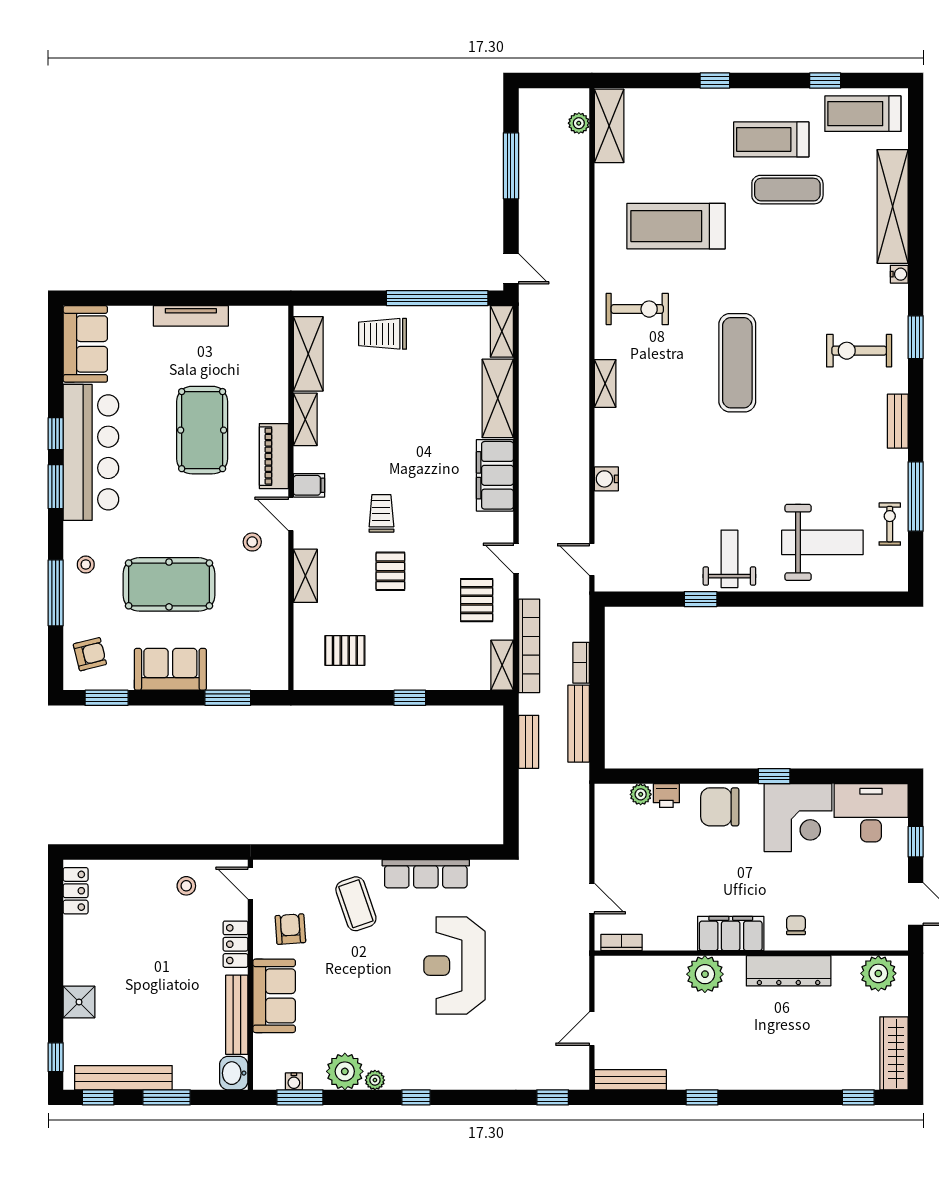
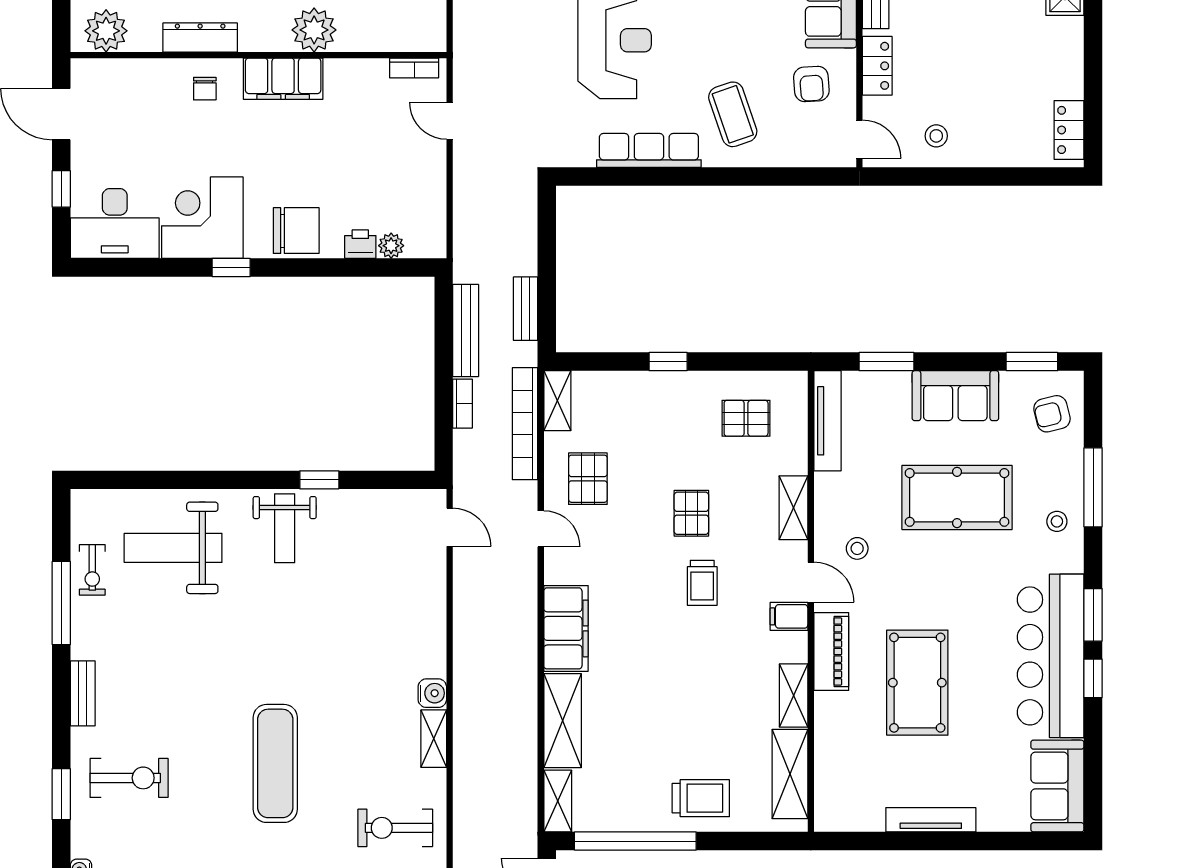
water cooler: (606, 479) -> (432, 693), moved
tv unit: (277, 648) -> (827, 421), added
dresser: (789, 971) -> (200, 37), width x0.73, depth x0.80

